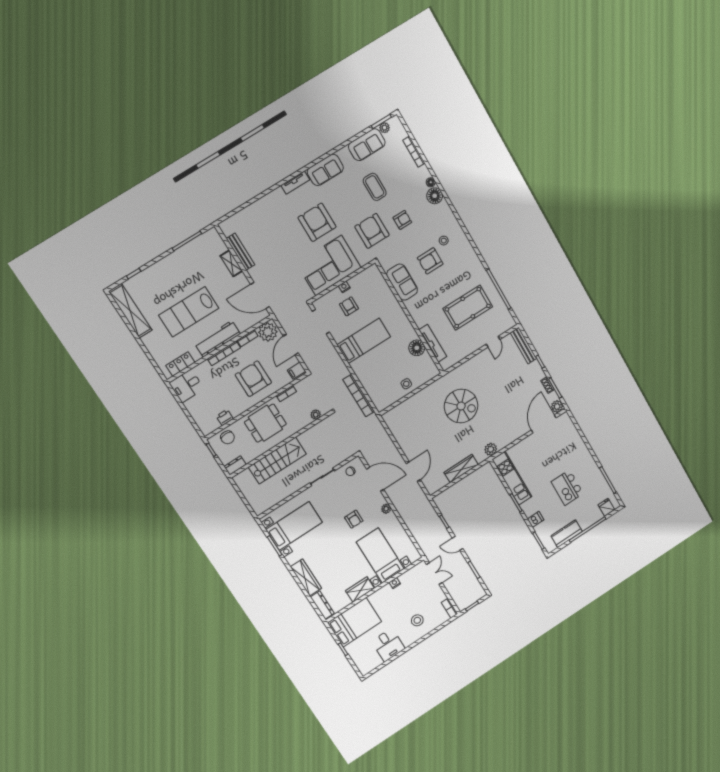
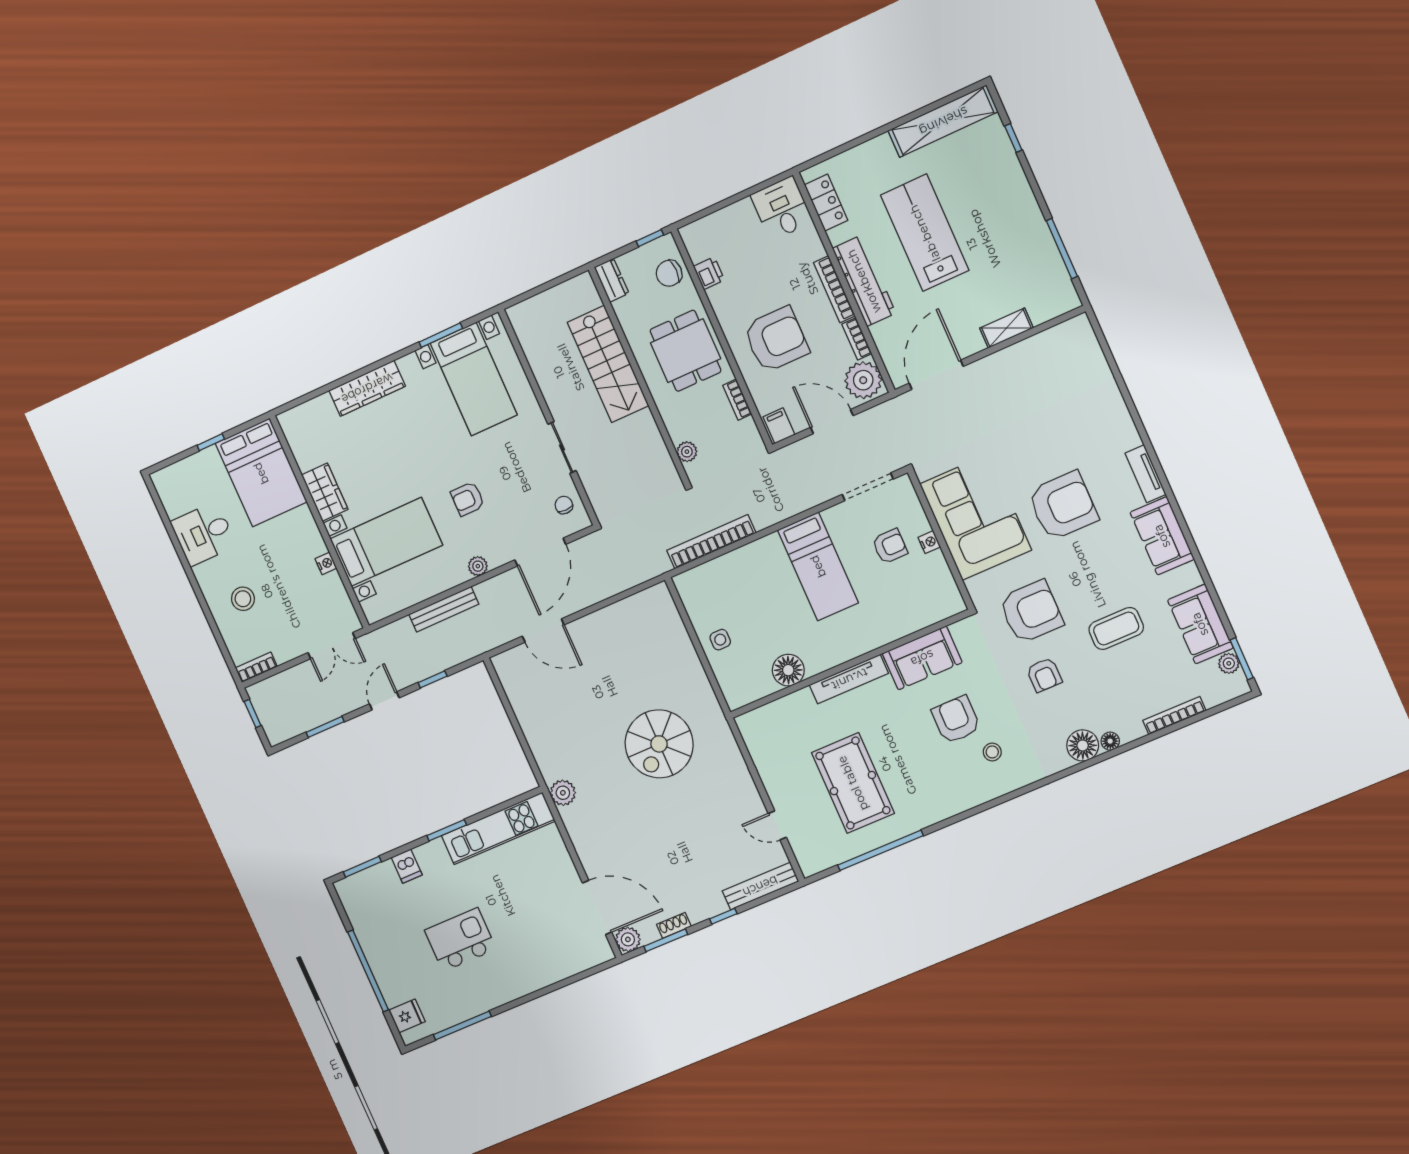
bench: (240, 252) -> (444, 609), moved
tv unit: (433, 343) -> (849, 679), moved
wardrobe: (461, 469) -> (534, 728), removed
kitchen counter: (567, 534) -> (367, 926), removed
dresser: (322, 605) -> (306, 413), removed

